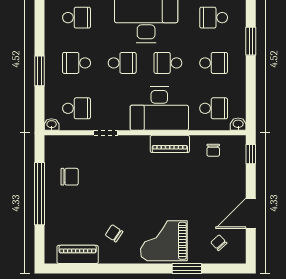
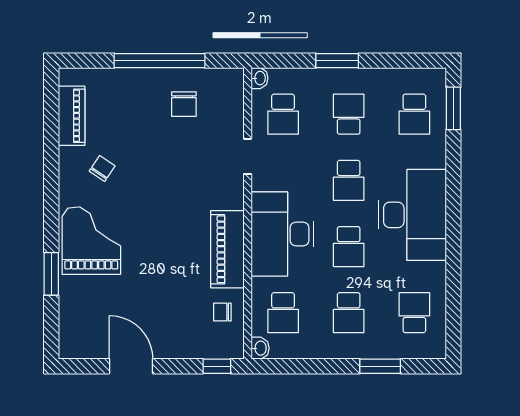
school desk: (168, 63) -> (349, 247), turned 180
piano: (170, 144) -> (227, 249), width x1.37, depth x1.33
chair: (219, 243) -> (88, 320), removed

